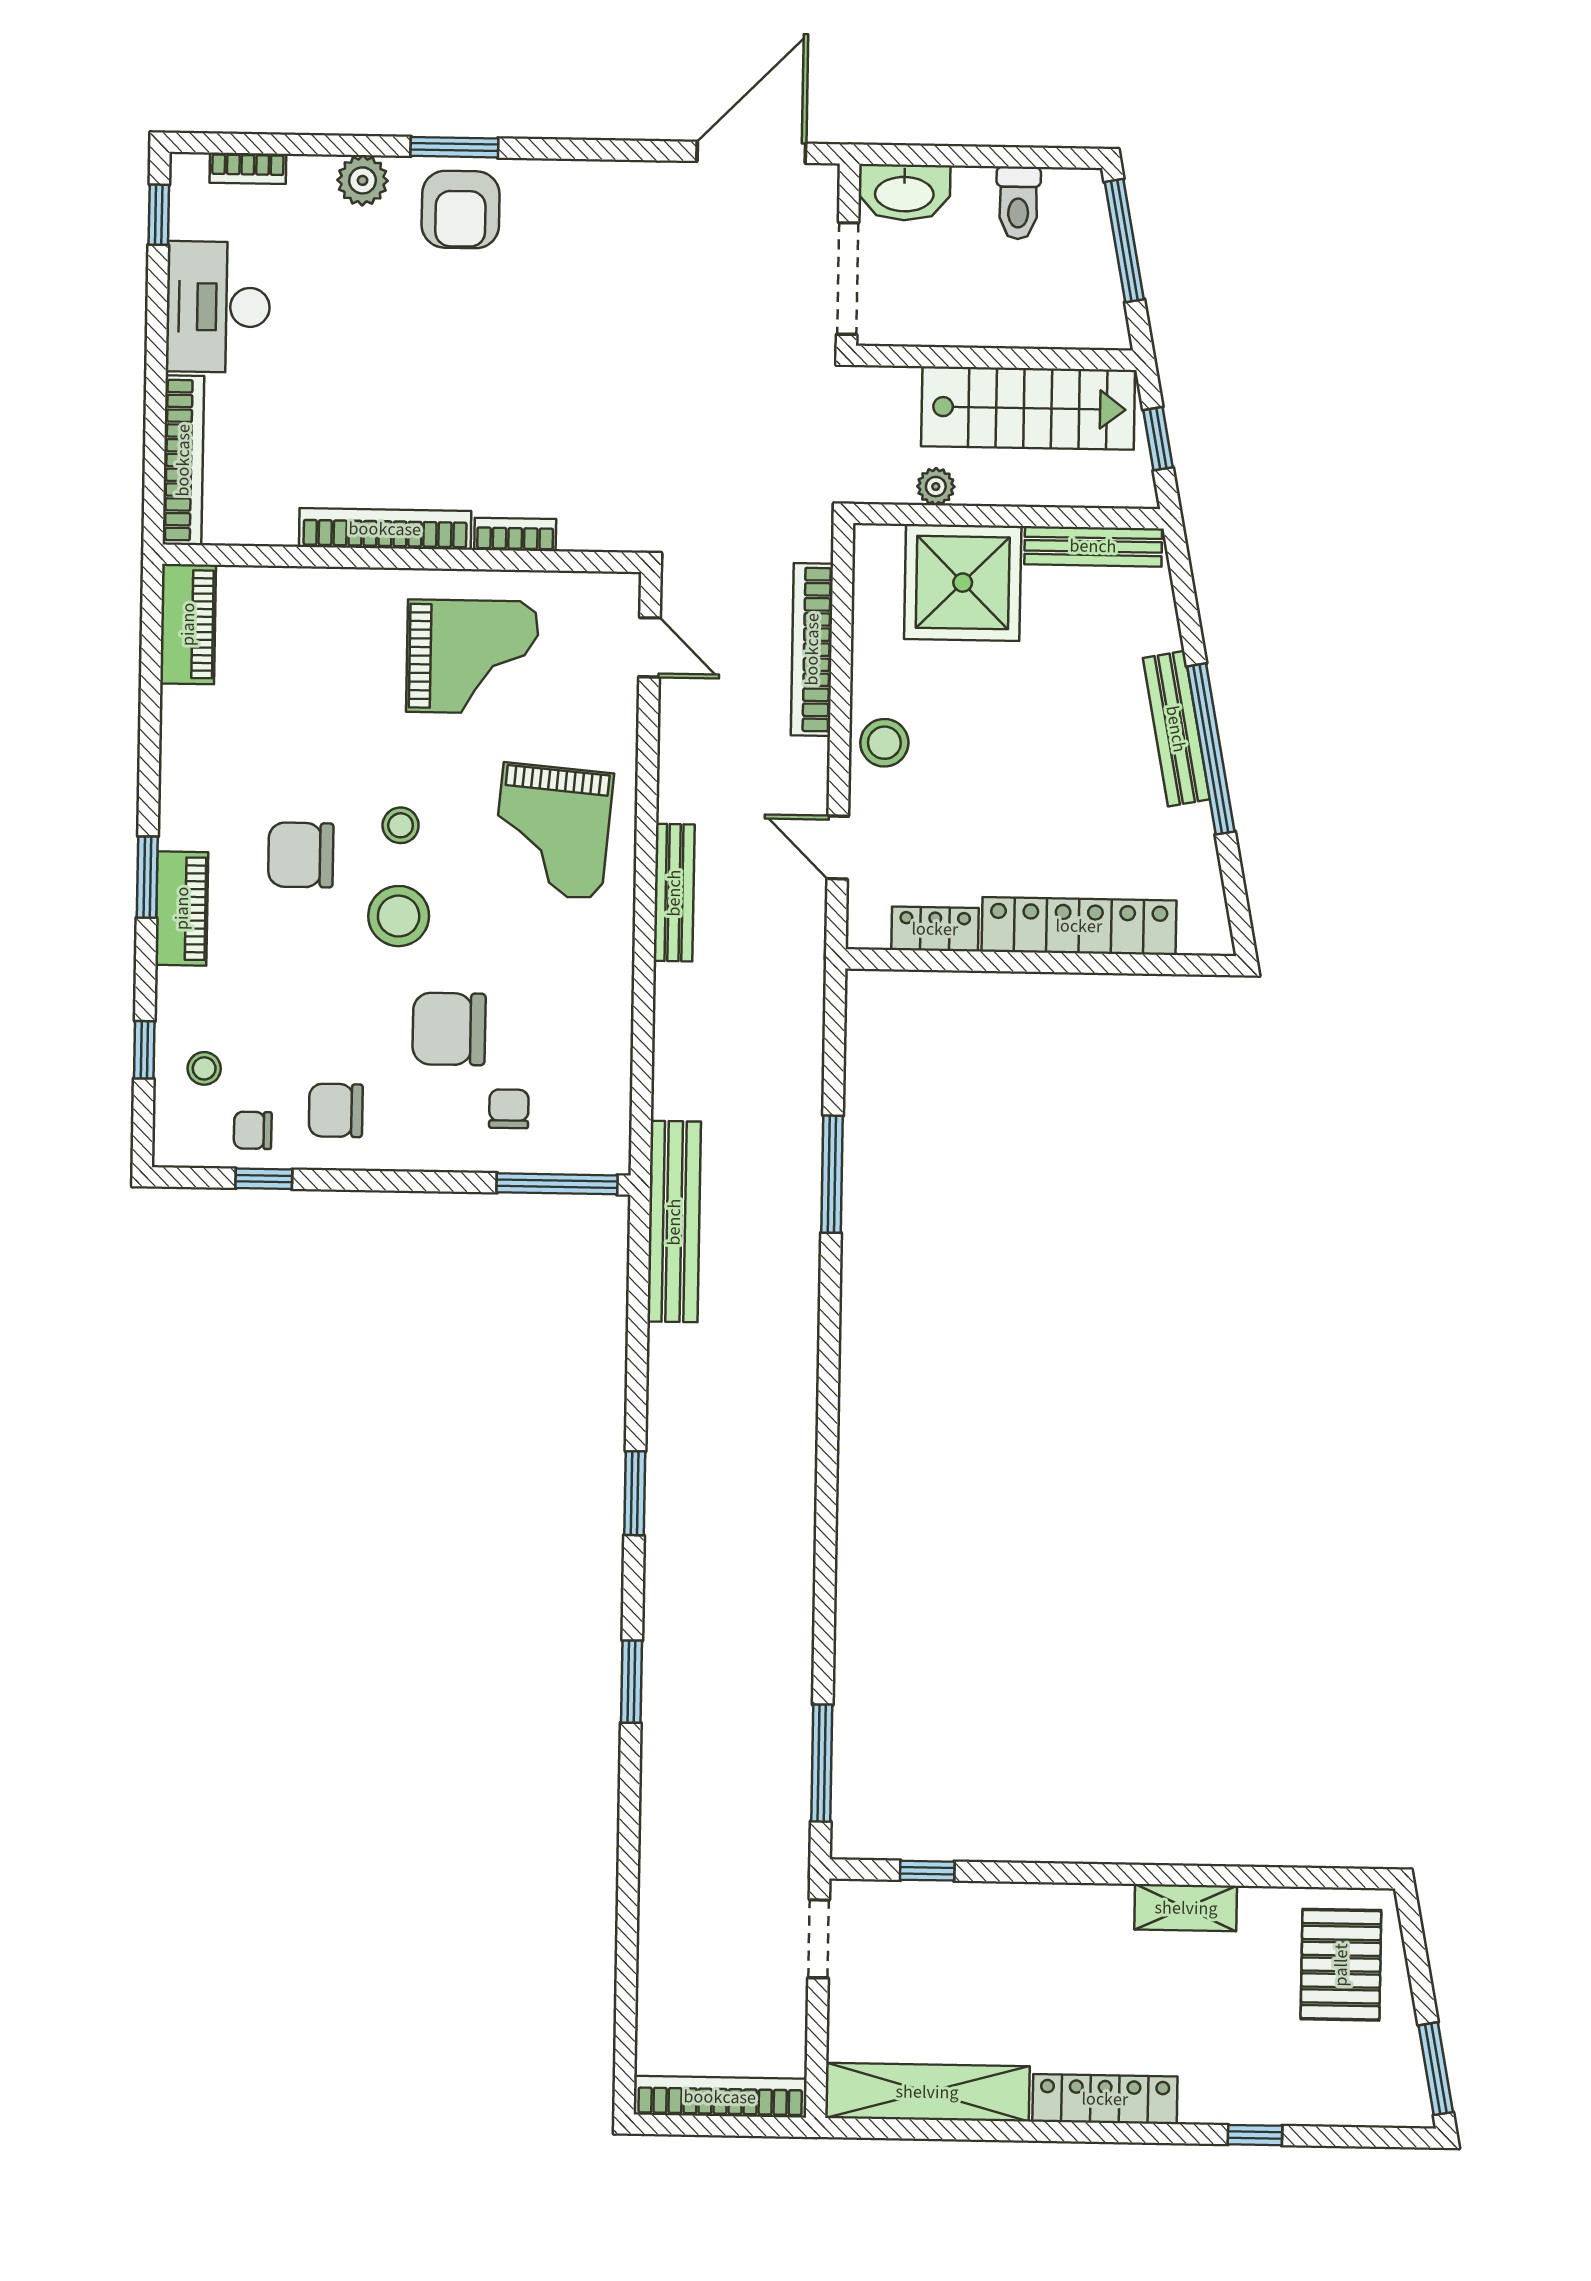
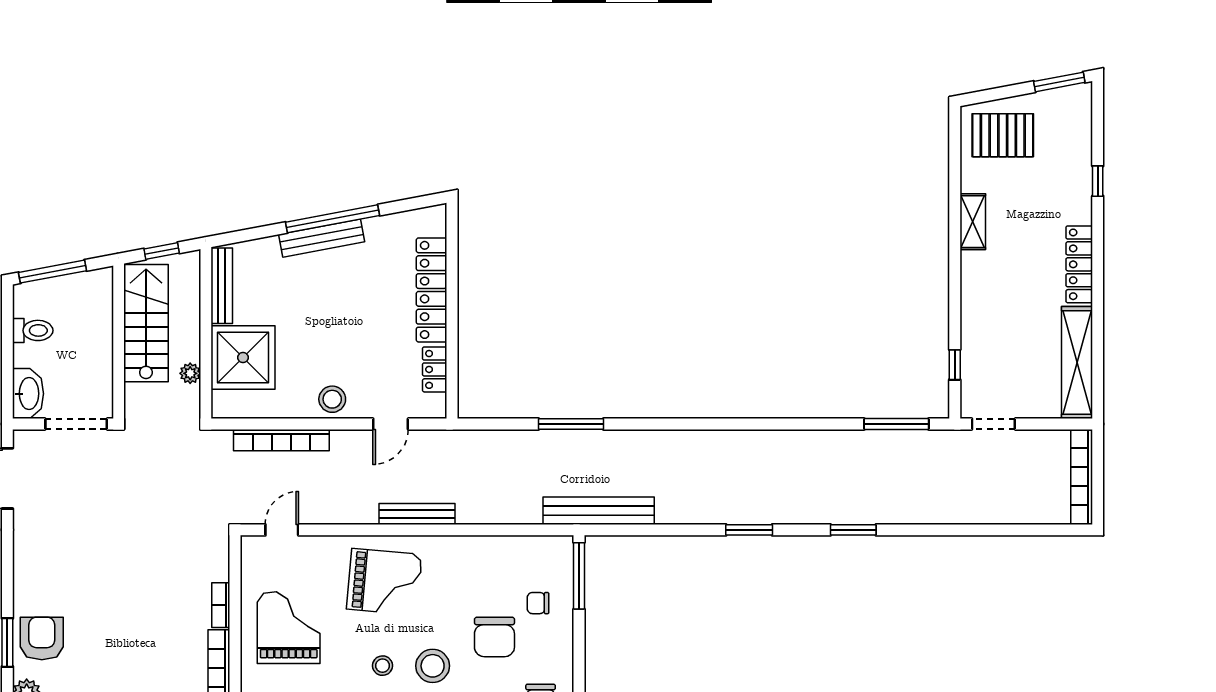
armchair: (461, 210) -> (42, 638), turned -90

